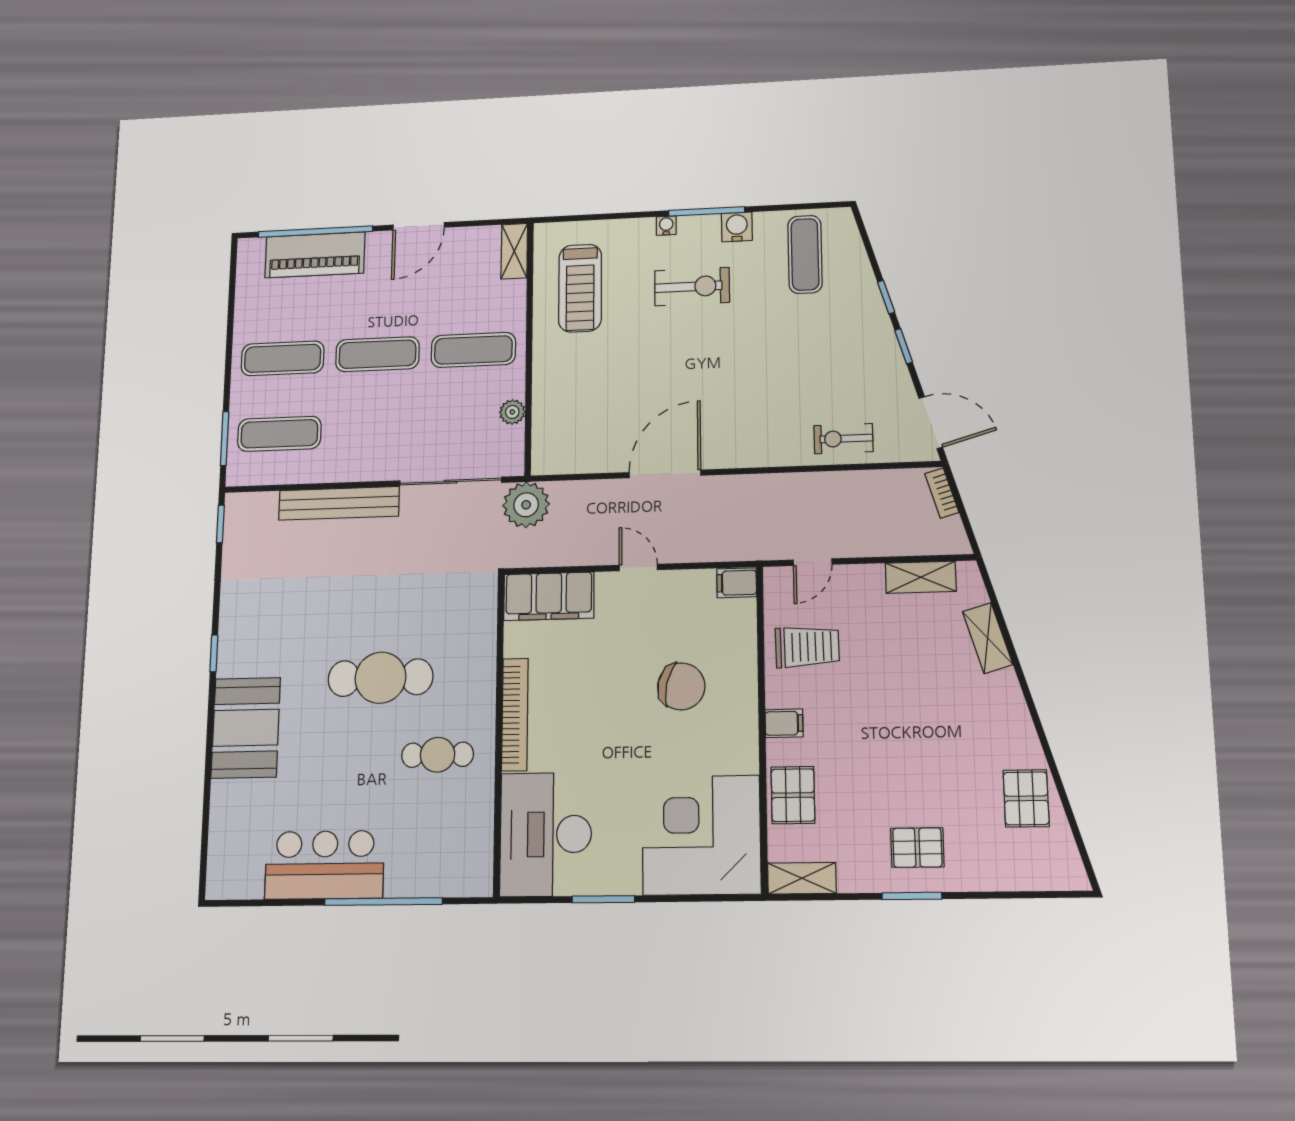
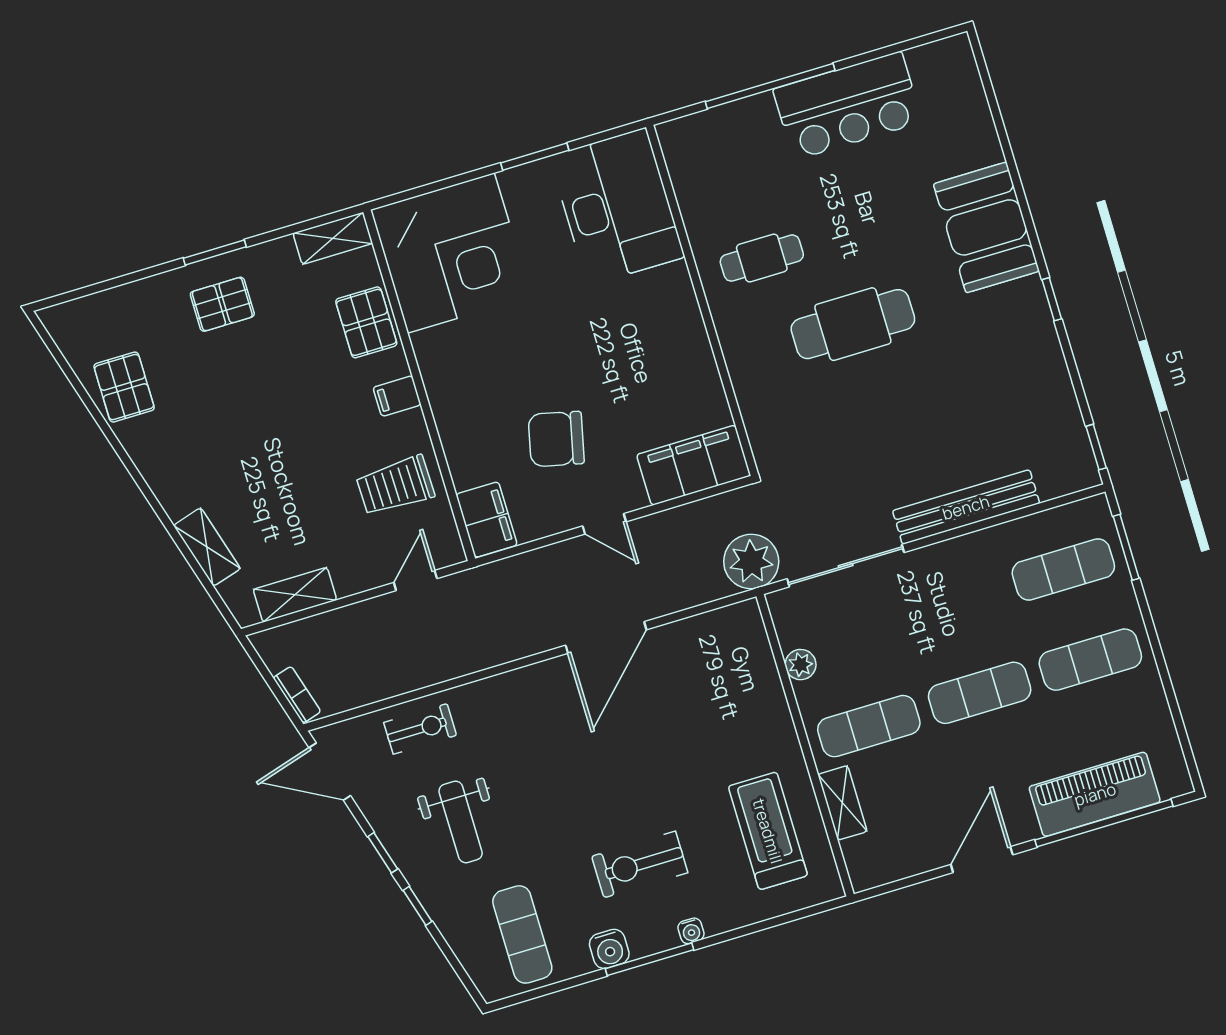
shelving: (514, 251) -> (842, 803), moved
weight bench: (831, 355) -> (461, 822), added
filing cabinet: (737, 583) -> (487, 520), width x2.00
chair: (681, 686) -> (556, 439), moved
bookcase: (515, 715) -> (691, 325), removed

